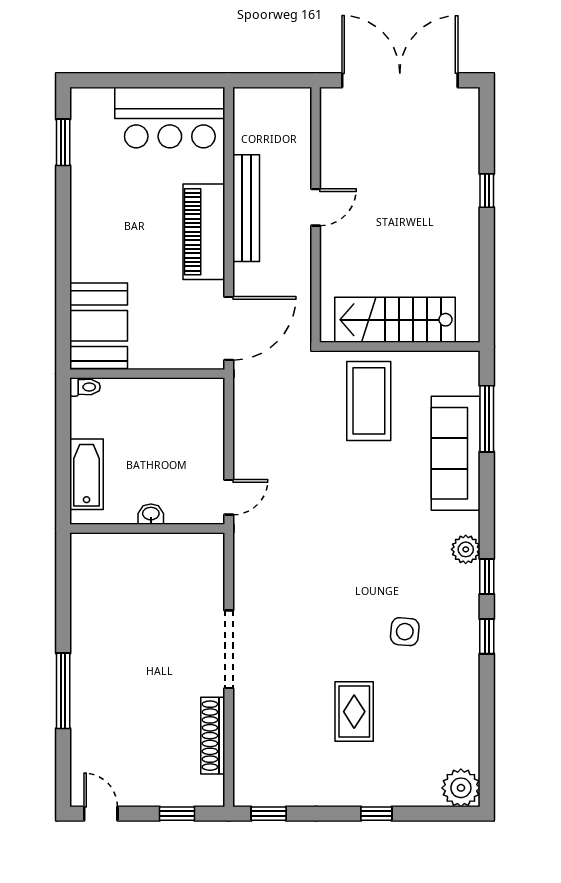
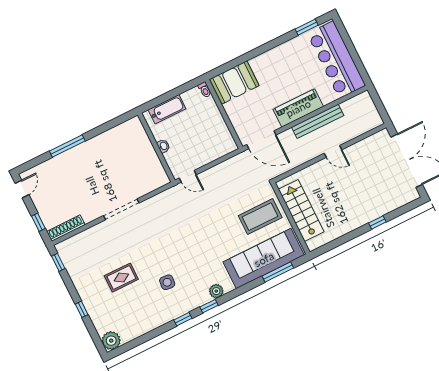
bar counter: (170, 118) -> (336, 60), width x1.36
sofa: (456, 453) -> (264, 259), width x1.36, depth x1.27
shoe rack: (213, 736) -> (66, 228), moved

